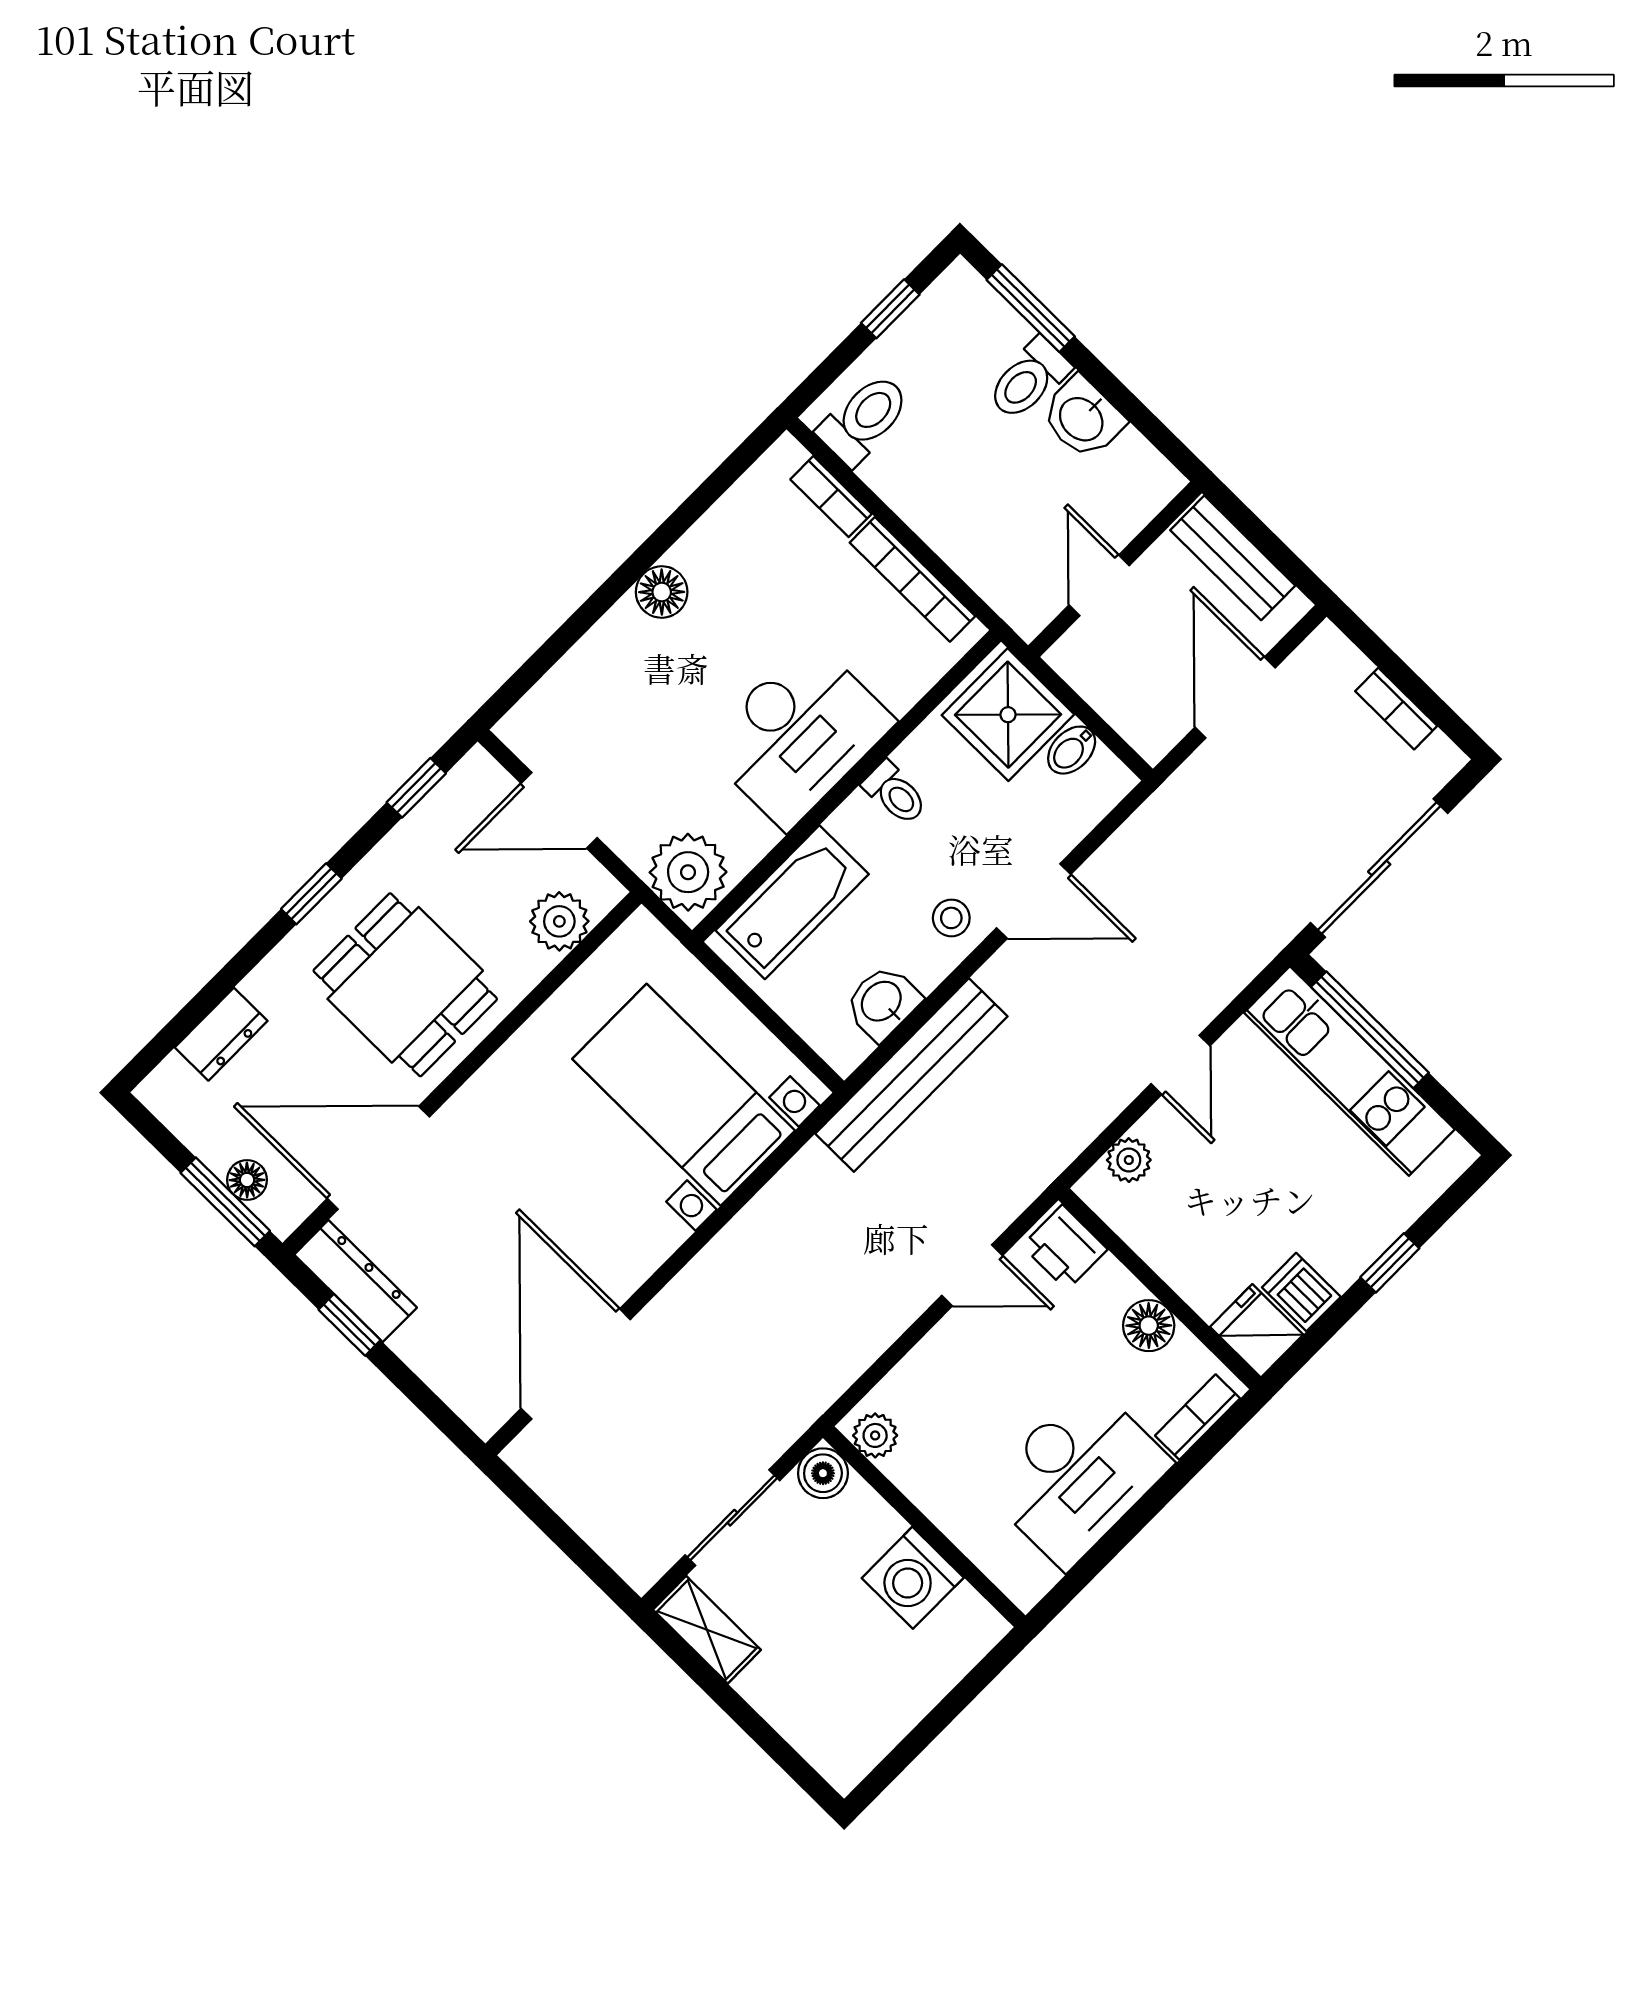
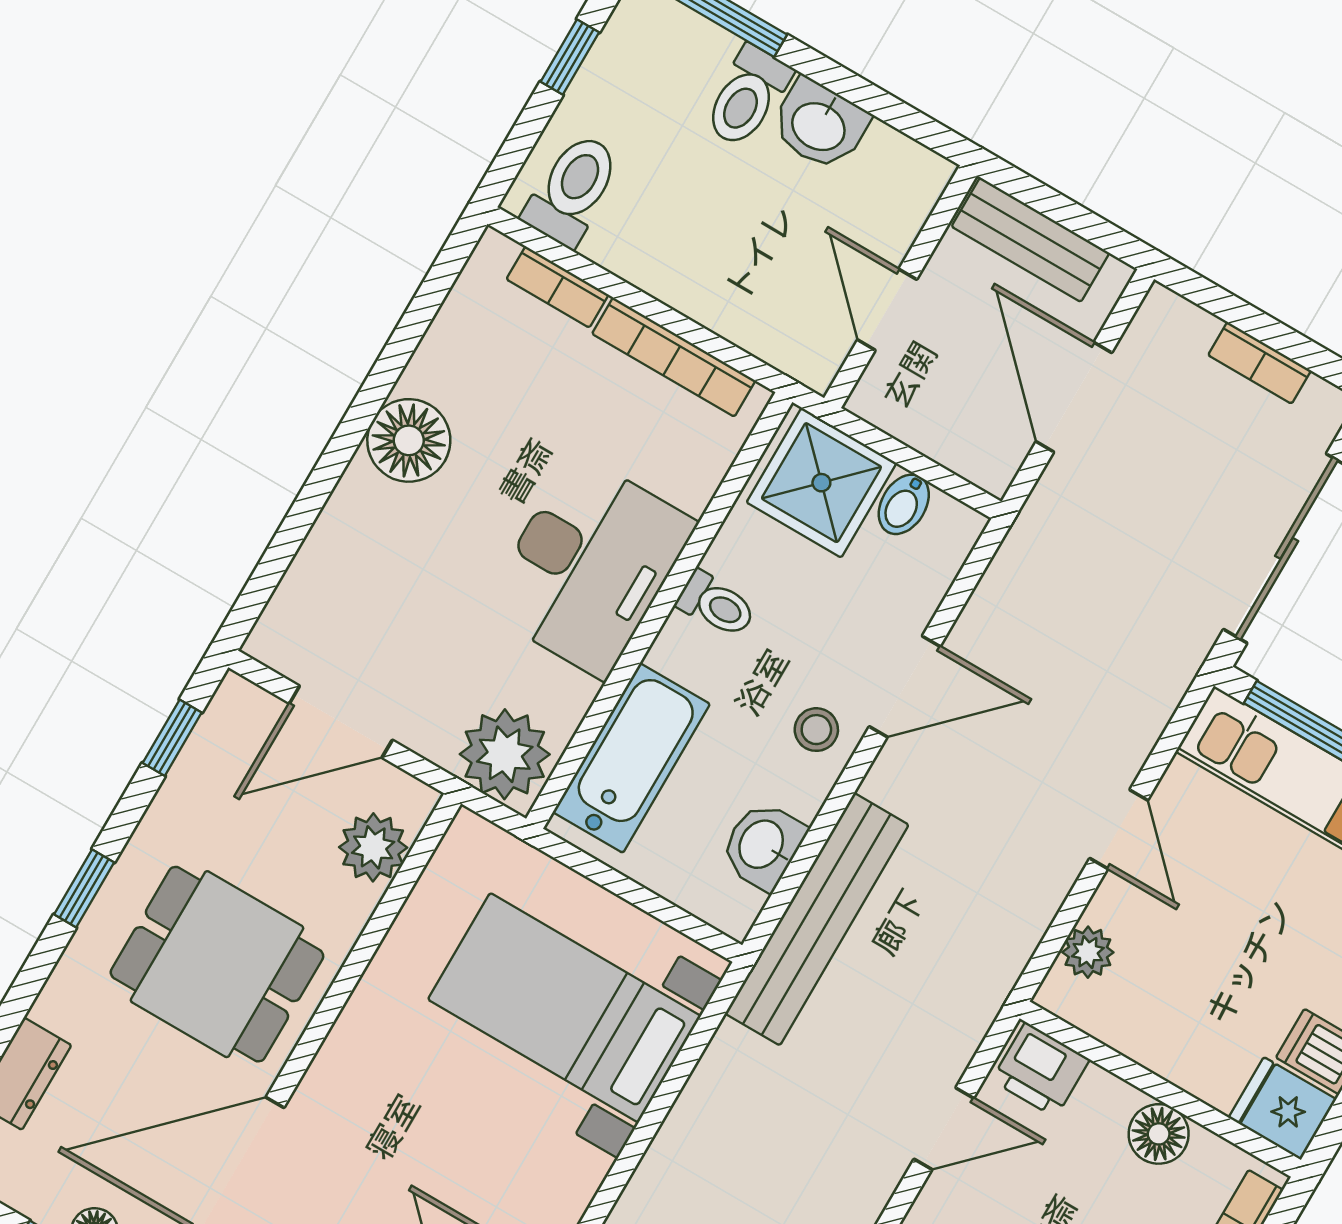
floor lamp: (662, 592) -> (409, 440), width x1.38, depth x1.38

